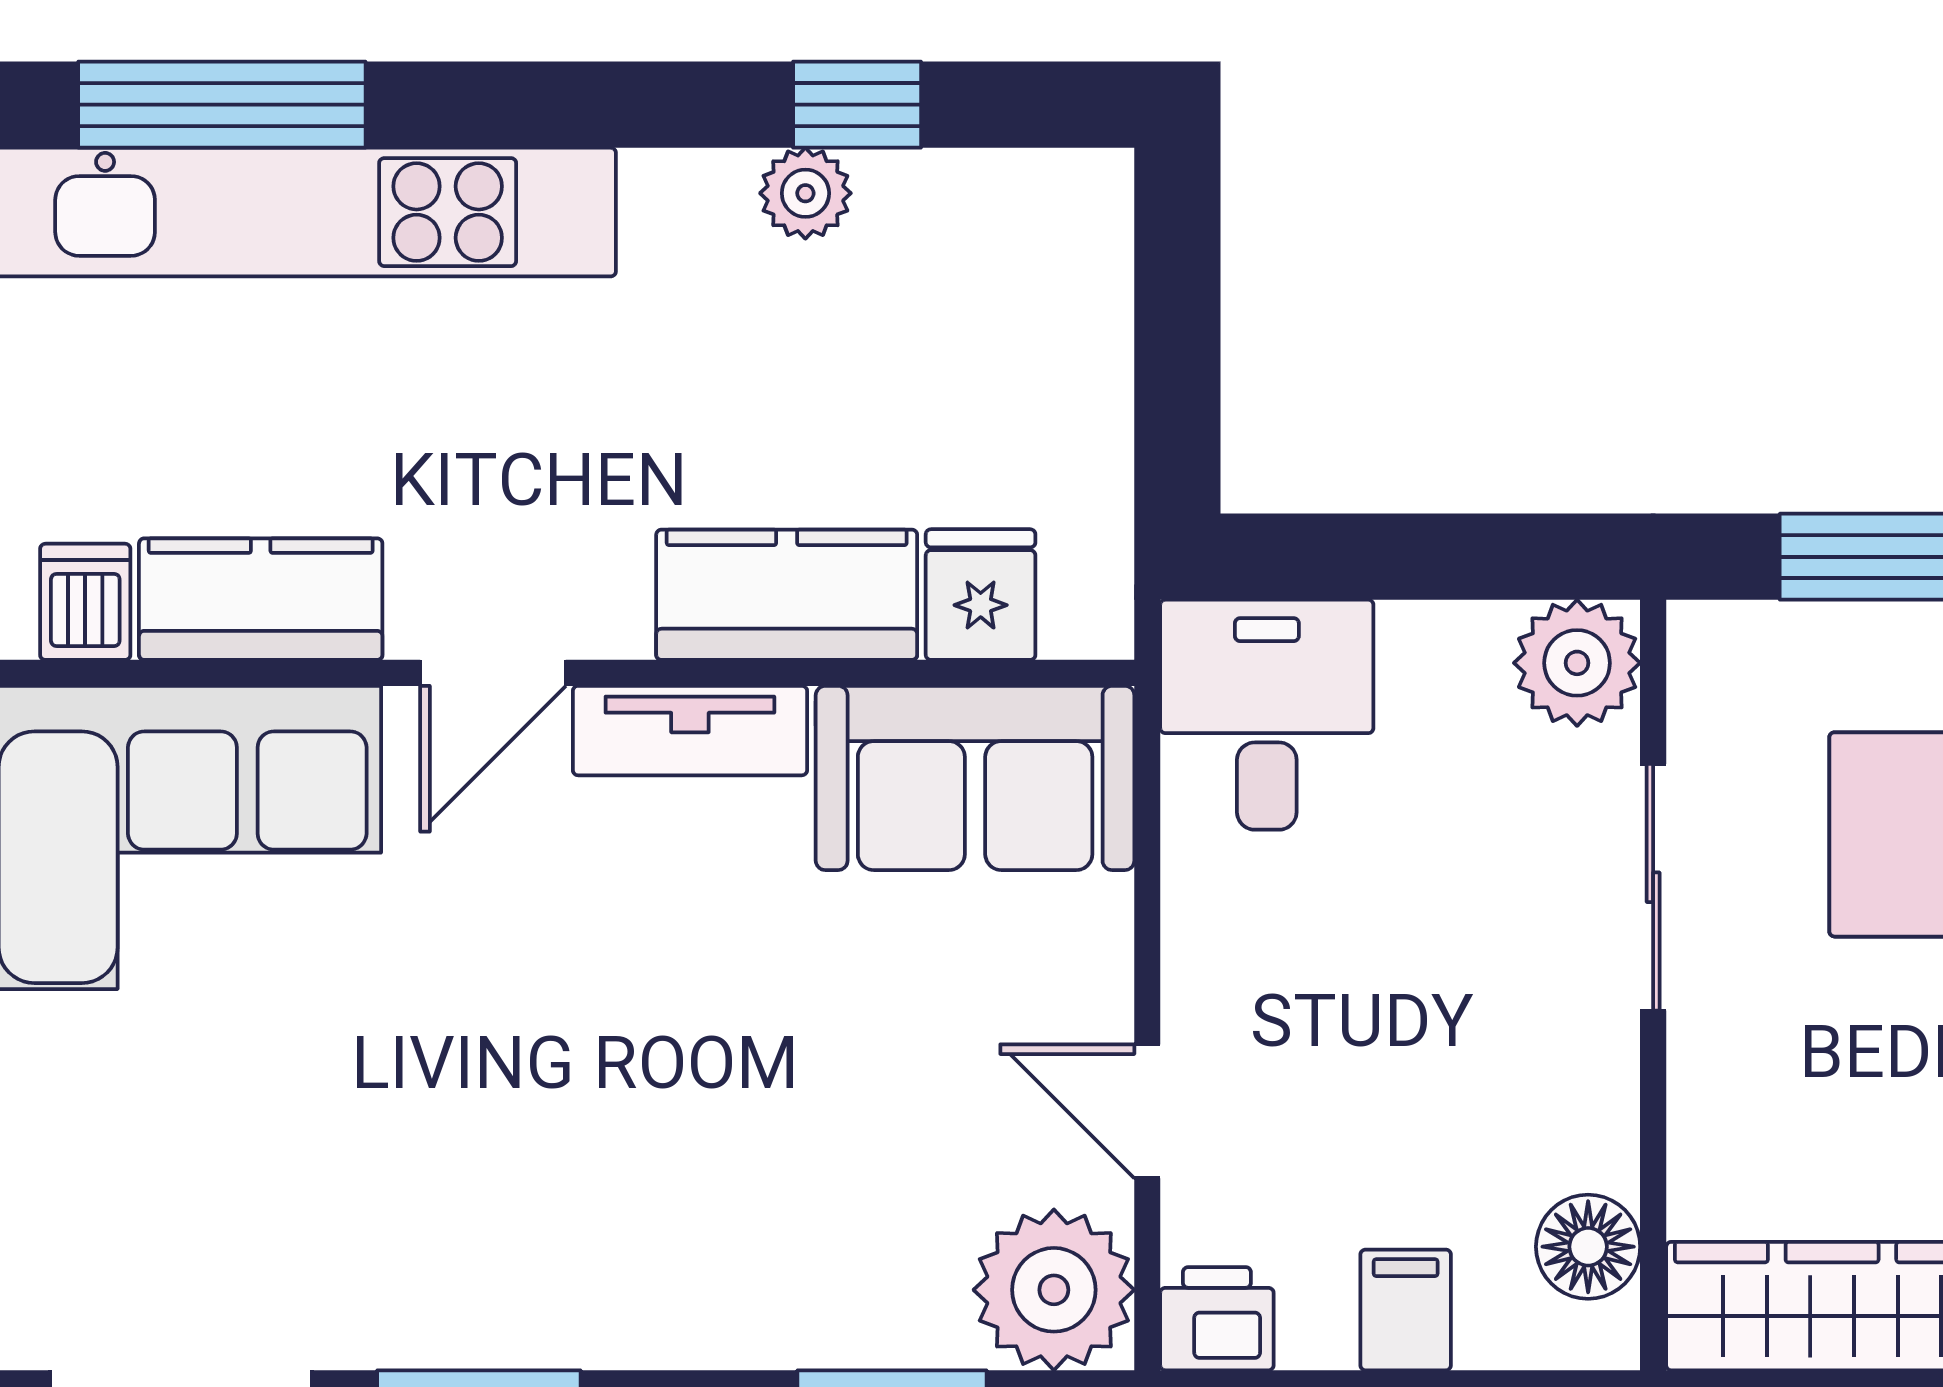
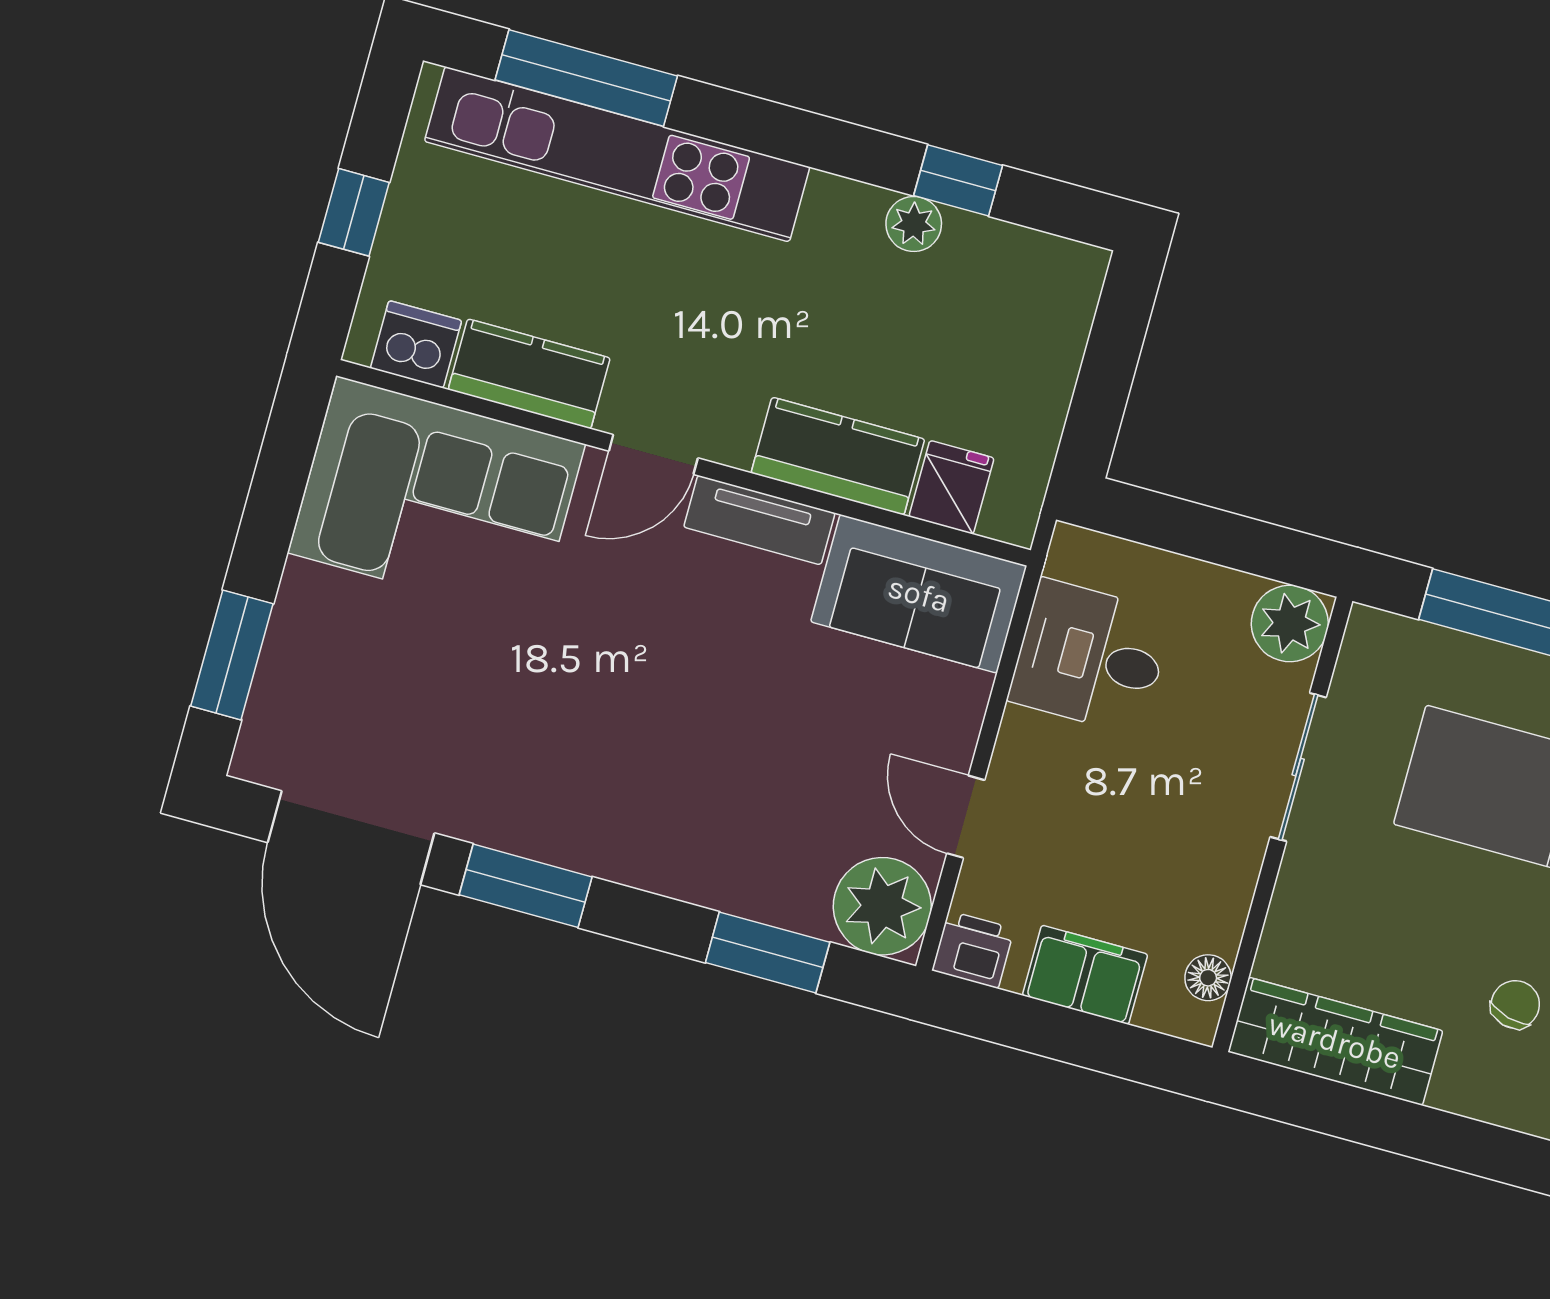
dishwasher: (85, 602) -> (416, 344), width x1.38
desk: (1267, 715) -> (1090, 657), moved, turned -90
floor lamp: (1588, 1247) -> (1208, 978), width x0.73, depth x0.73
filing cabinet: (1406, 1310) -> (1085, 975), width x2.00

